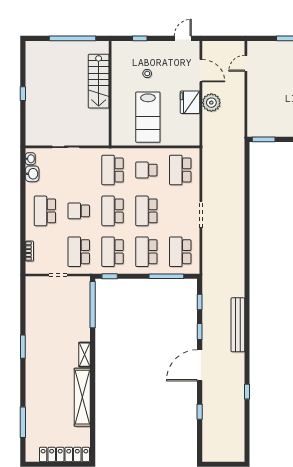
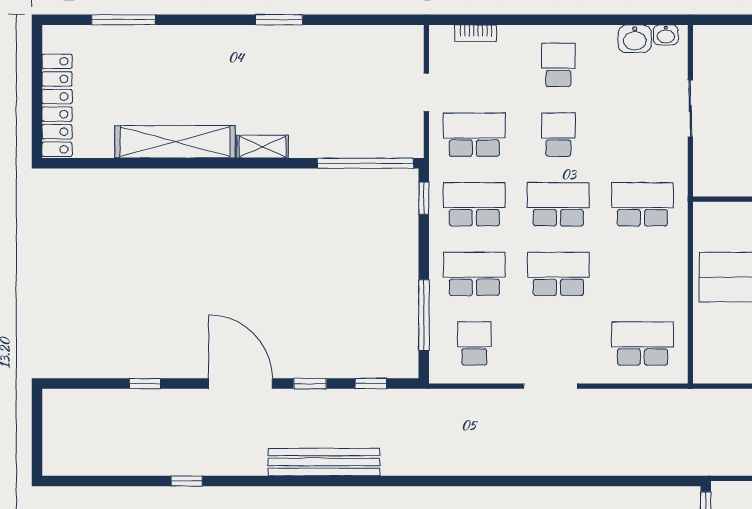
school desk: (146, 170) -> (642, 274), removed
school desk: (45, 211) -> (558, 65), width x0.54
school desk: (180, 252) -> (474, 343), width x0.54

